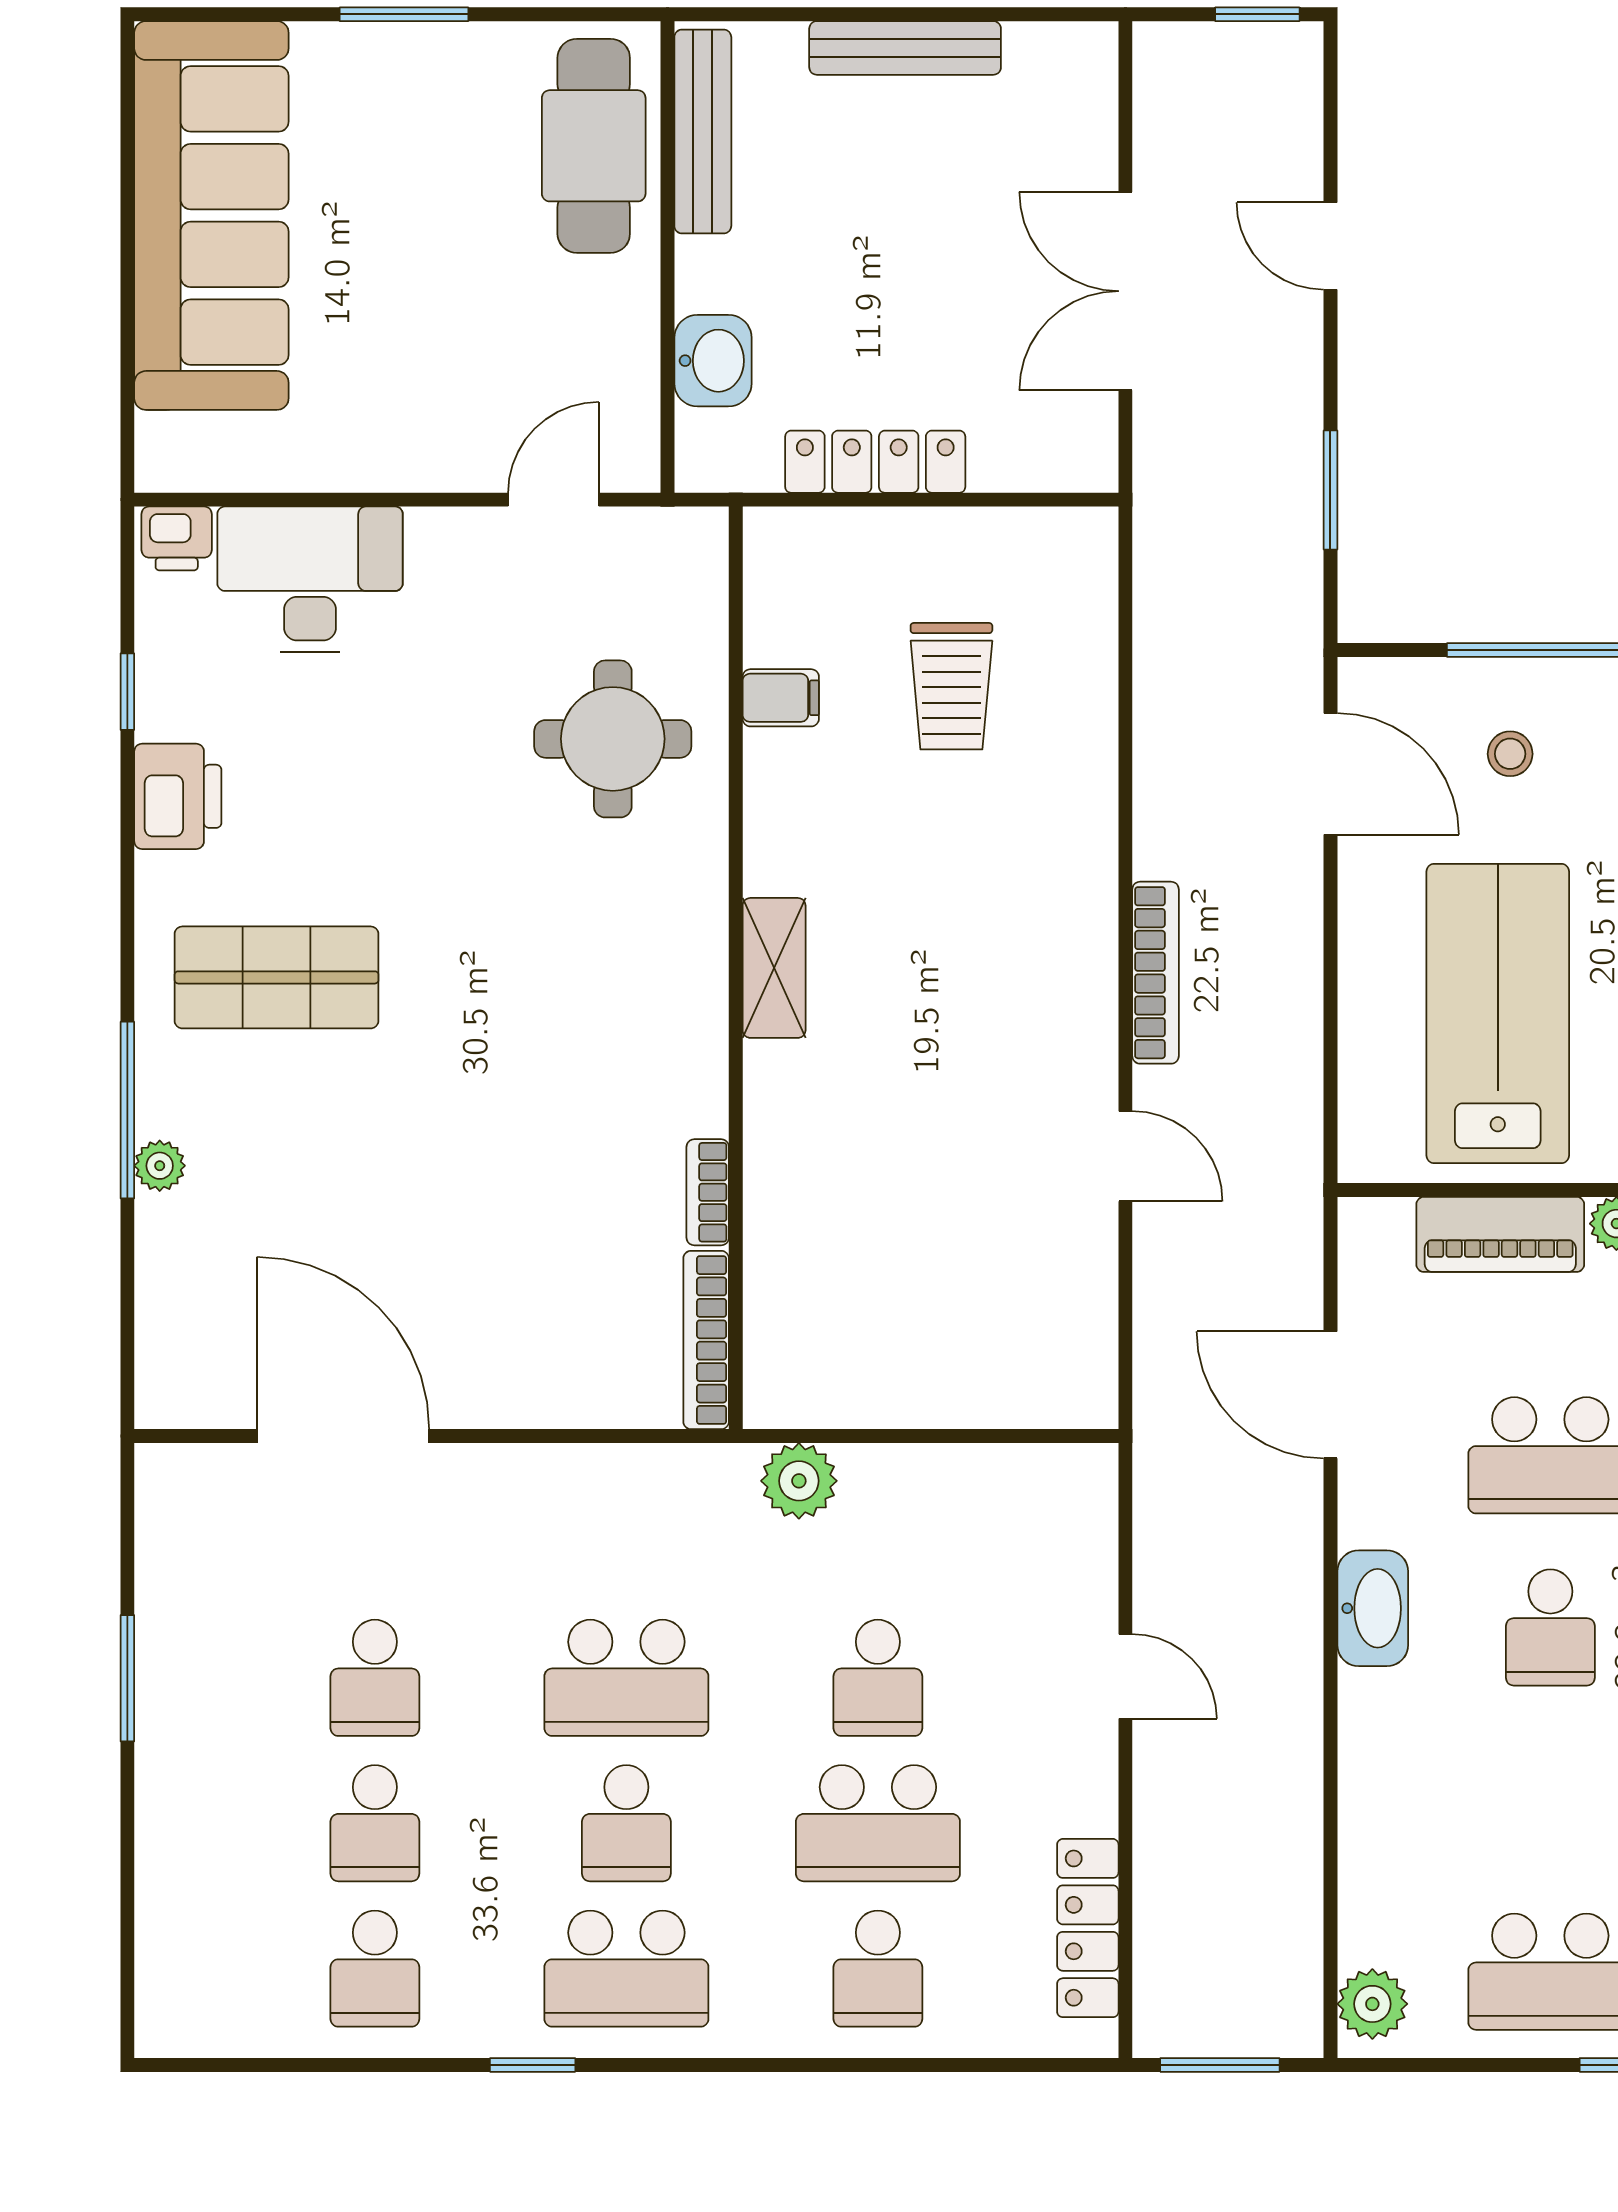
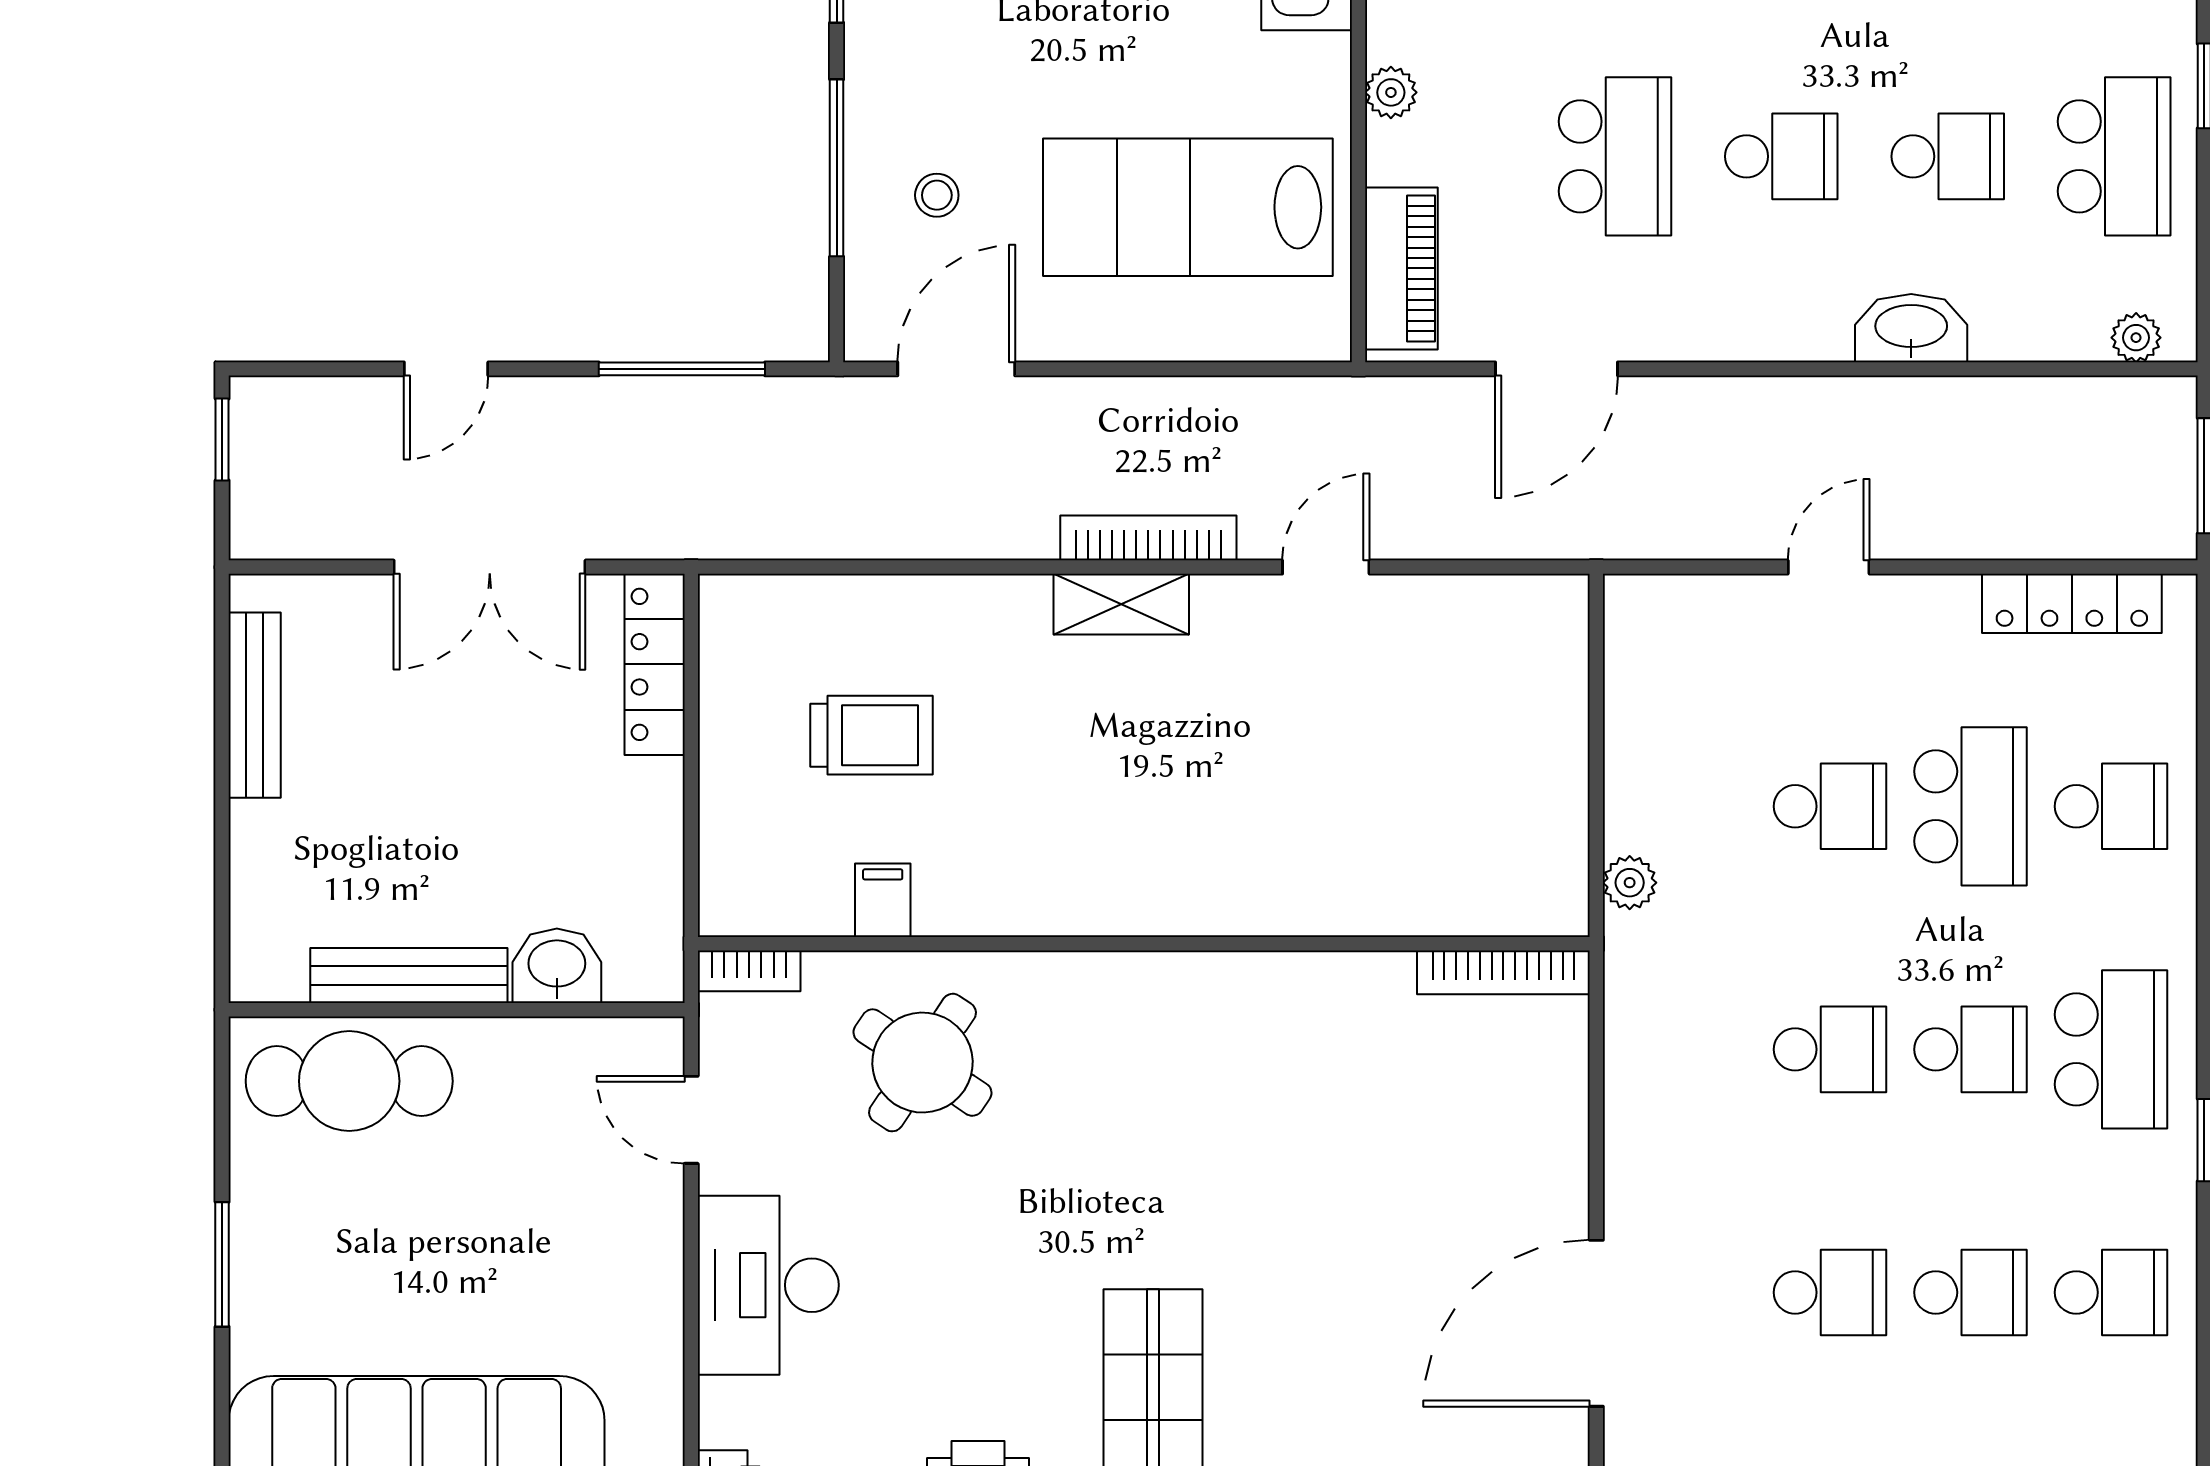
bench: (905, 48) -> (255, 705), moved
bench: (703, 132) -> (409, 976), moved
locker: (875, 462) -> (655, 664), moved
window: (1330, 490) -> (682, 369), width x1.44
desk: (310, 579) -> (768, 1285), moved
round table: (613, 739) -> (923, 1063), turned 34
shelving: (774, 968) -> (1121, 604), moved
bookcase: (708, 1192) -> (749, 971), moved
piano: (1500, 1234) -> (1401, 268), moved
plant: (799, 1481) -> (1630, 883), width x0.73, depth x0.73
washbasin: (1373, 1608) -> (1911, 328), moved
school desk: (626, 1678) -> (1830, 1049), width x0.54
school desk: (1550, 1800) -> (1948, 156), added
plant: (1372, 2004) -> (2136, 338), width x0.73, depth x0.73

